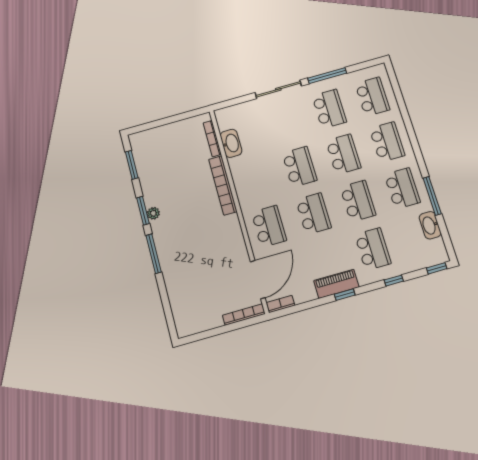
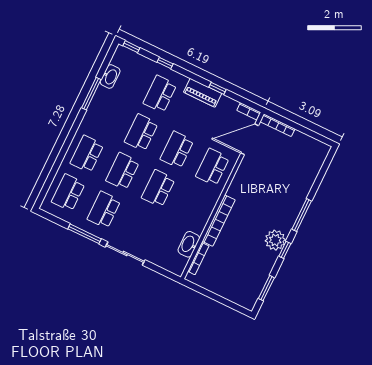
school desk: (402, 188) -> (106, 115), removed
window: (143, 211) -> (285, 250), width x0.67
plant: (153, 213) -> (275, 240), width x1.87, depth x1.87
window: (345, 295) -> (218, 88), moved

